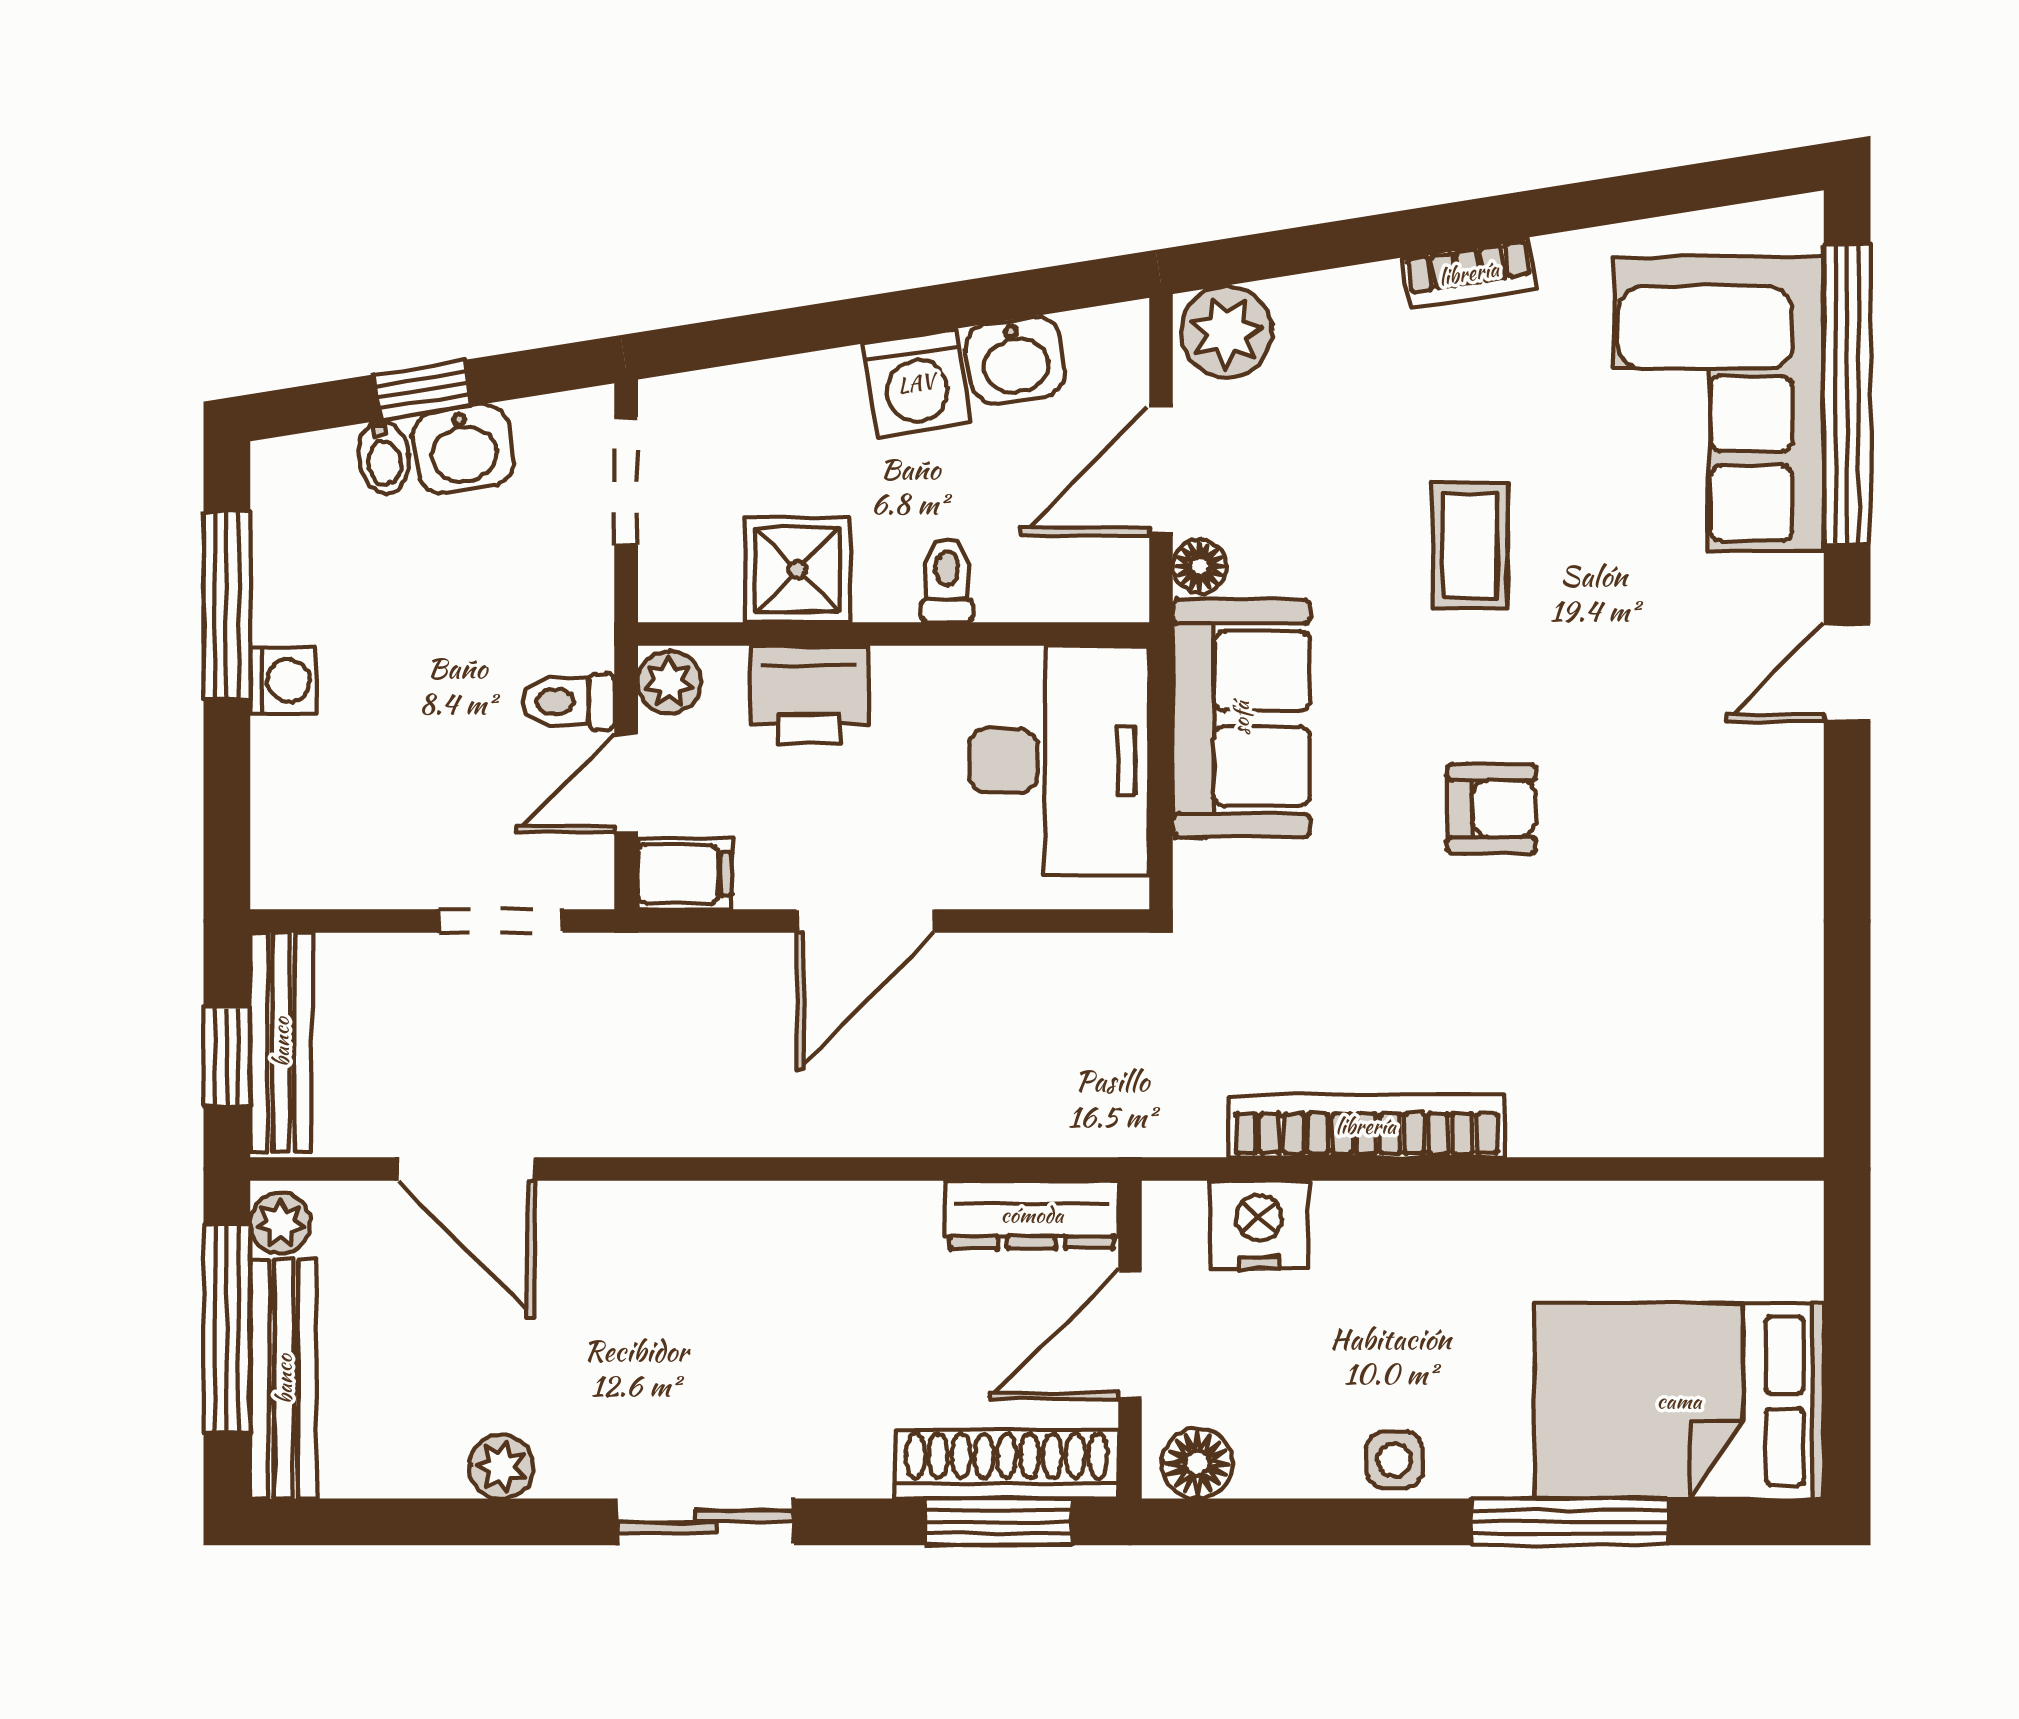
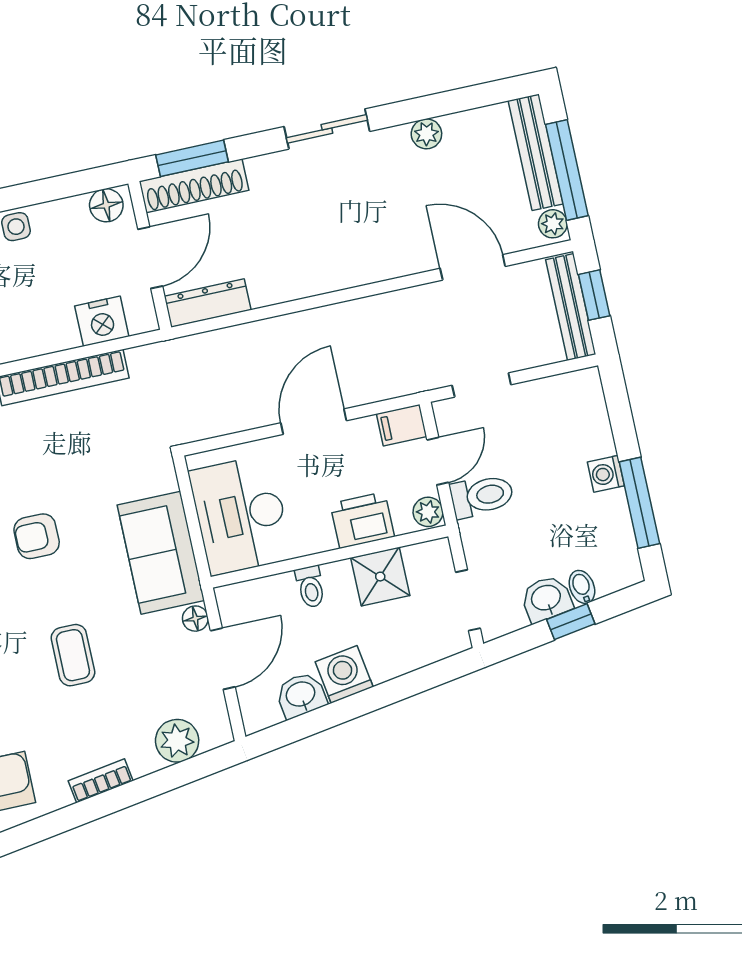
plant: (1227, 332) -> (177, 741), moved
toilet: (568, 702) -> (482, 496), width x1.37, depth x1.39

